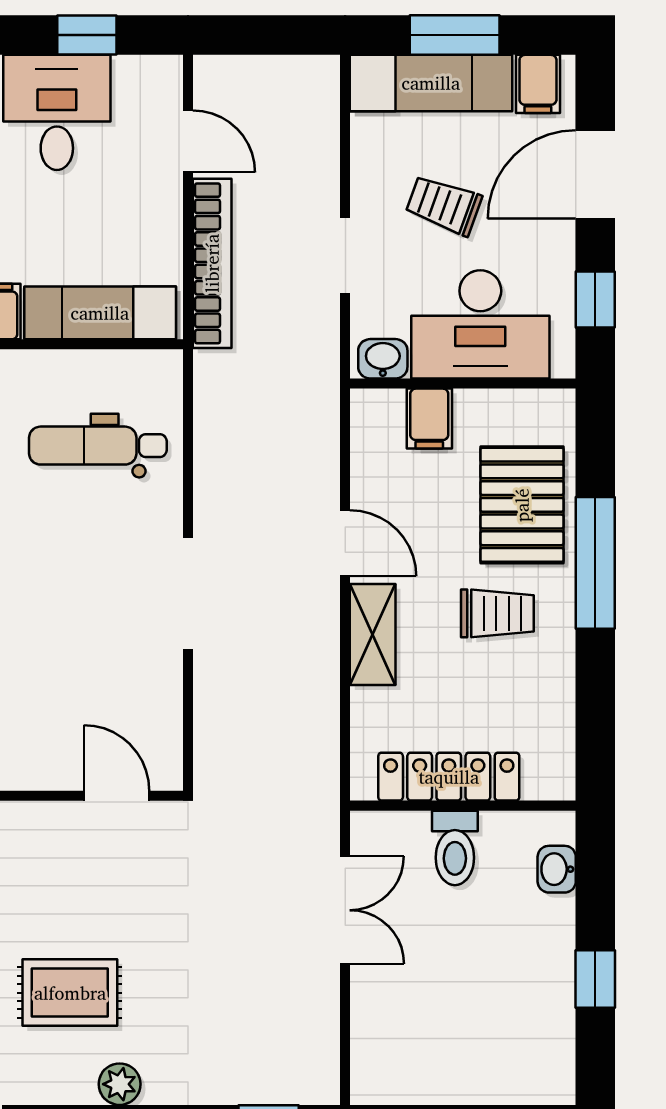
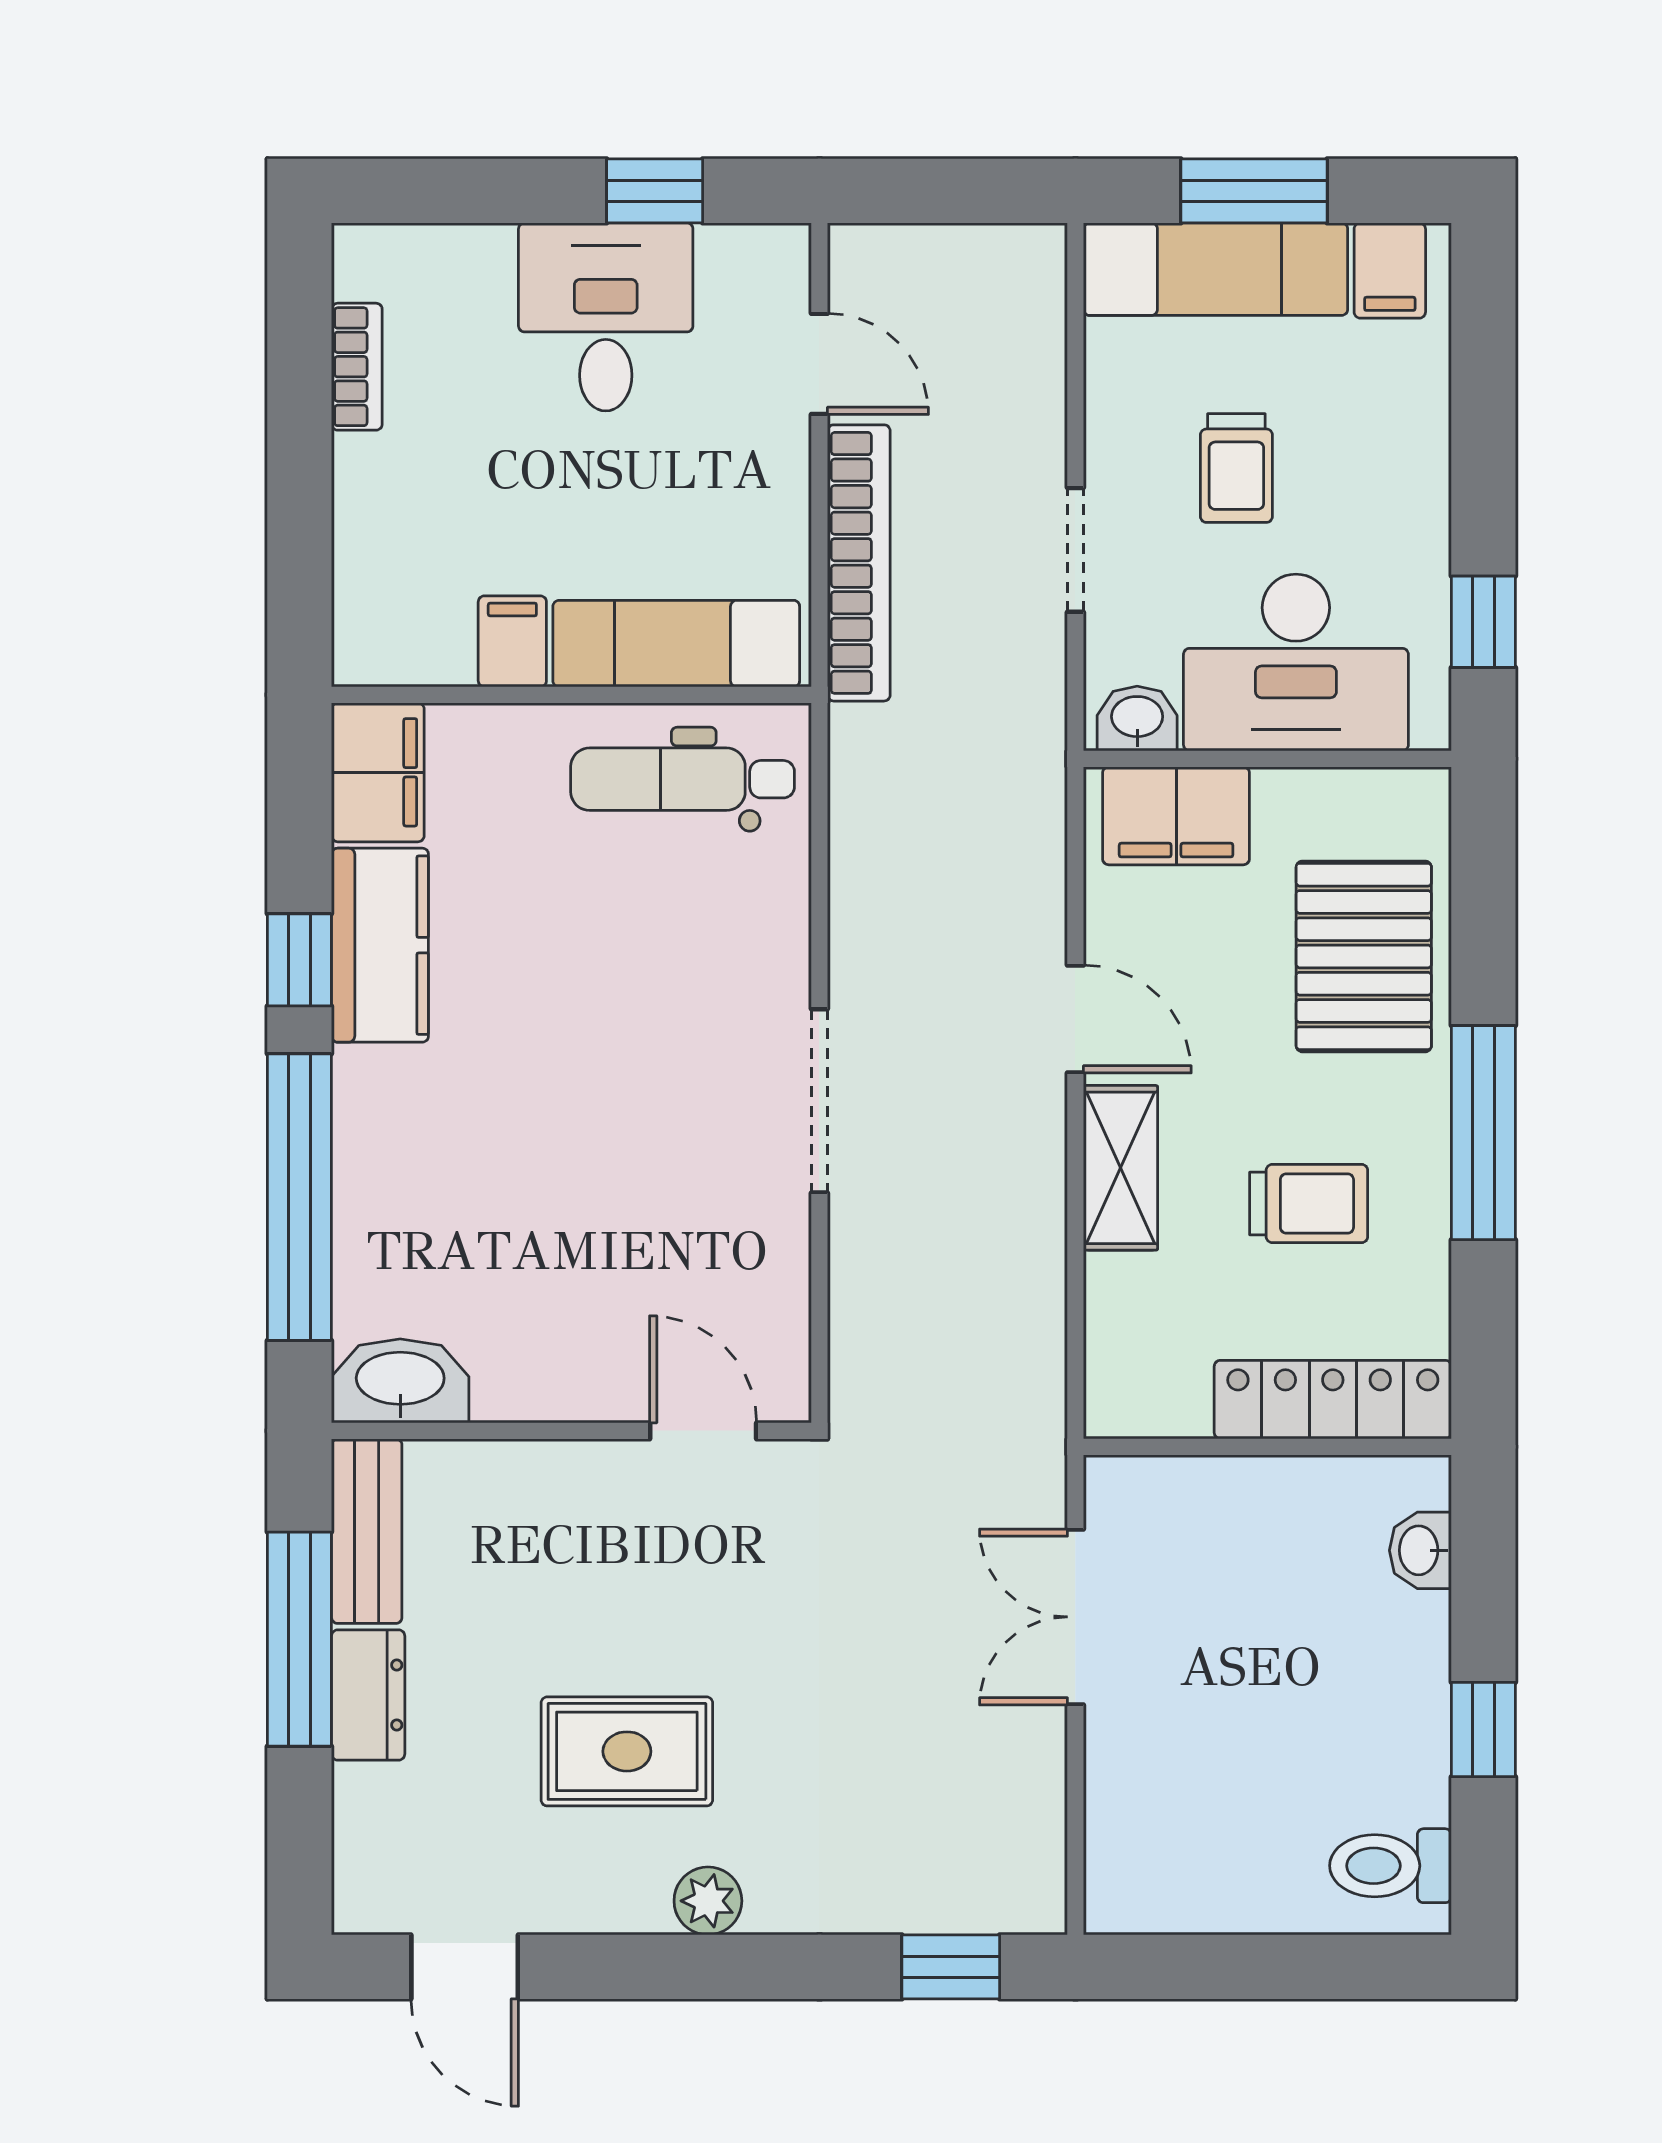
door: (595, 174) -> (1483, 418), removed
trolley: (444, 205) -> (1236, 468), turned -110
filing cabinet: (429, 418) -> (1176, 816), width x2.00
dental chair: (98, 446) -> (683, 779), moved
window: (595, 563) -> (1483, 1133), moved
trolley: (497, 613) -> (1309, 1204), moved
locker: (449, 777) -> (1333, 1400), moved
toilet: (455, 848) -> (1391, 1866), moved, turned 90
double door: (345, 910) -> (1075, 1617), swing flipped

